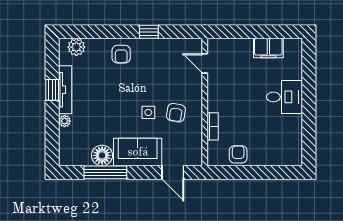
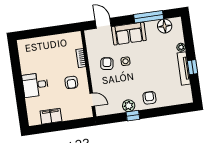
plant: (76, 47) -> (129, 106), moved
armchair: (238, 154) -> (71, 82), moved
floor lamp: (102, 155) -> (165, 26), moved

